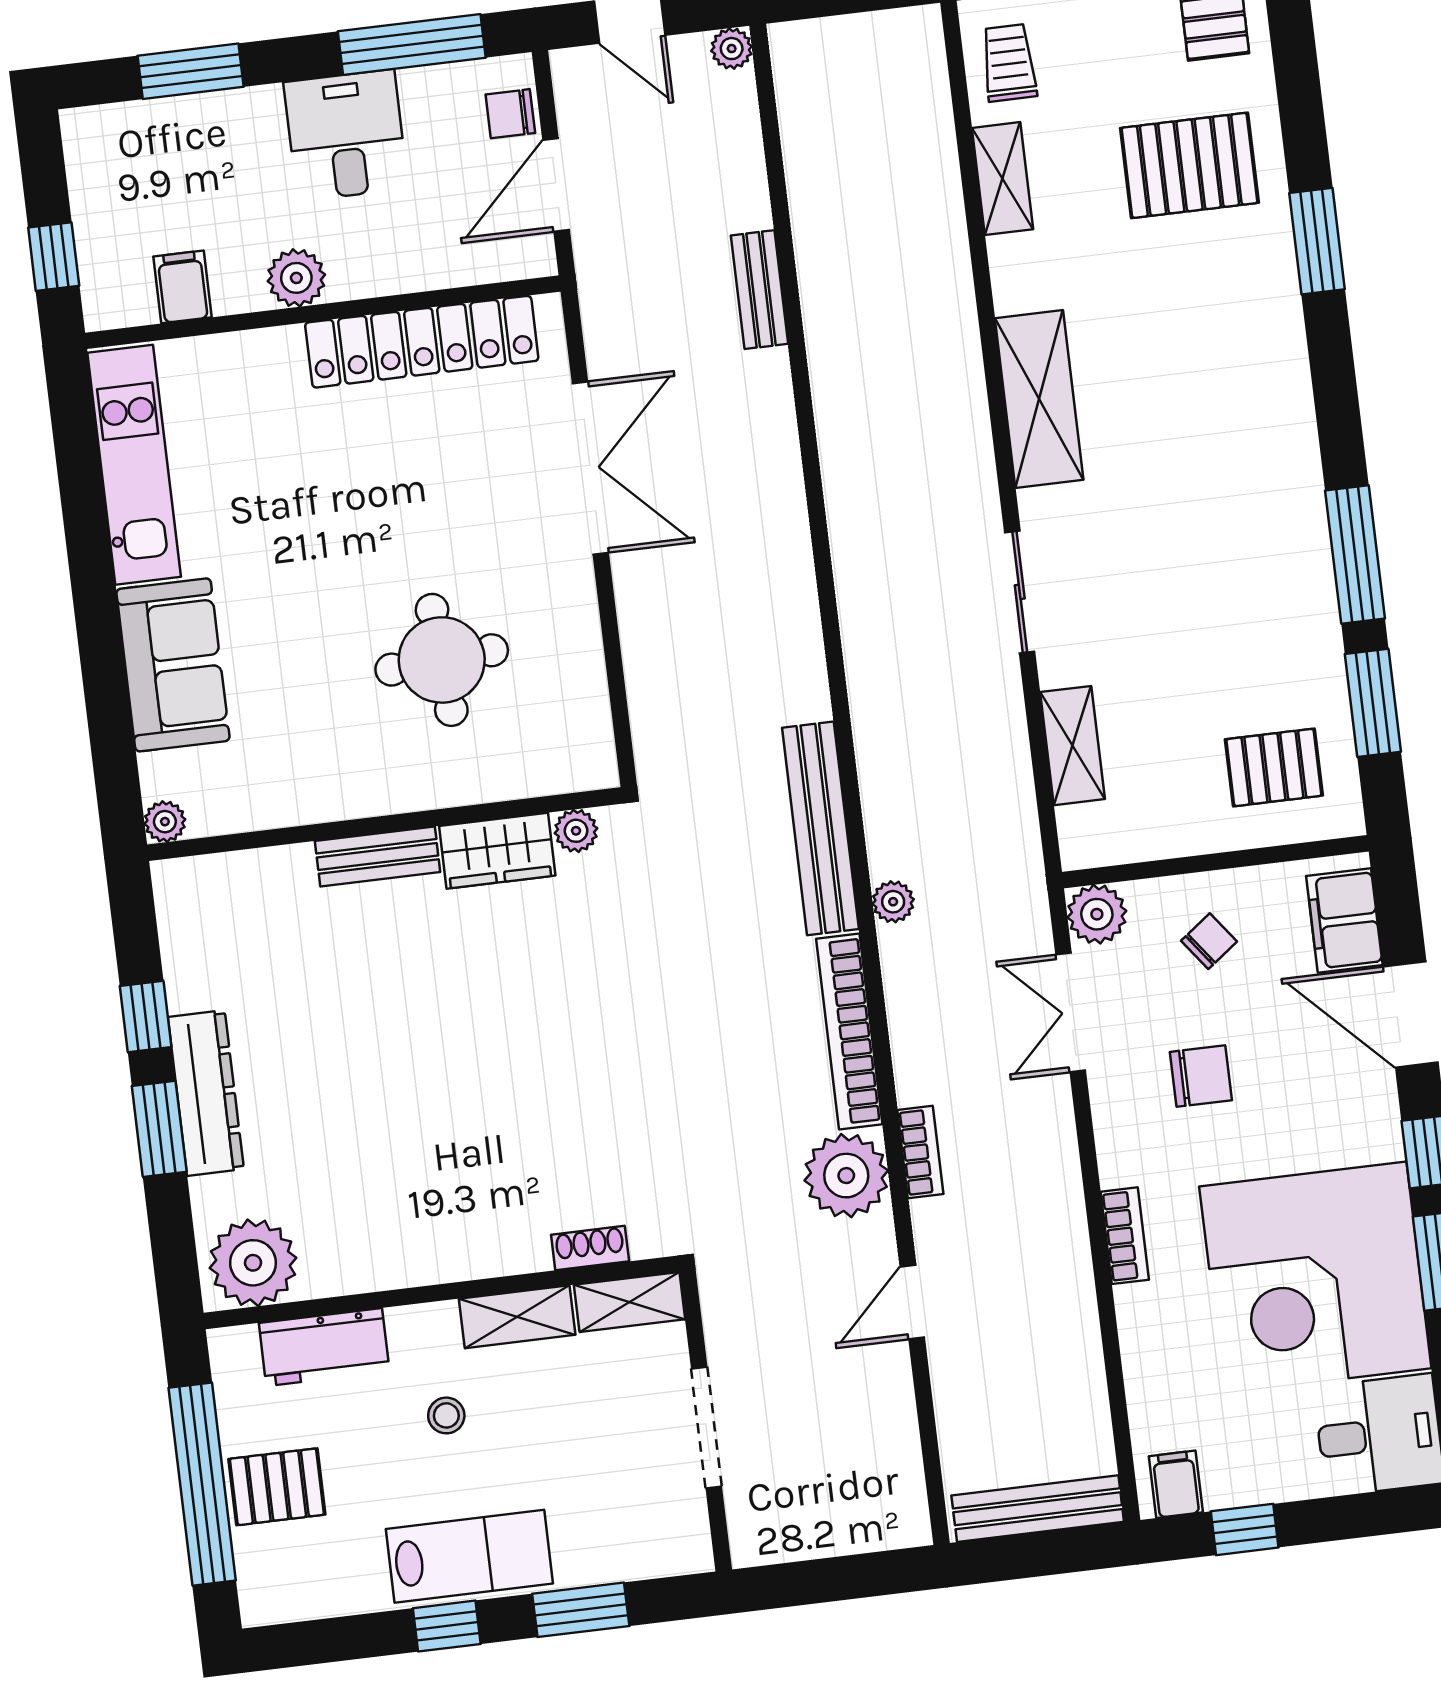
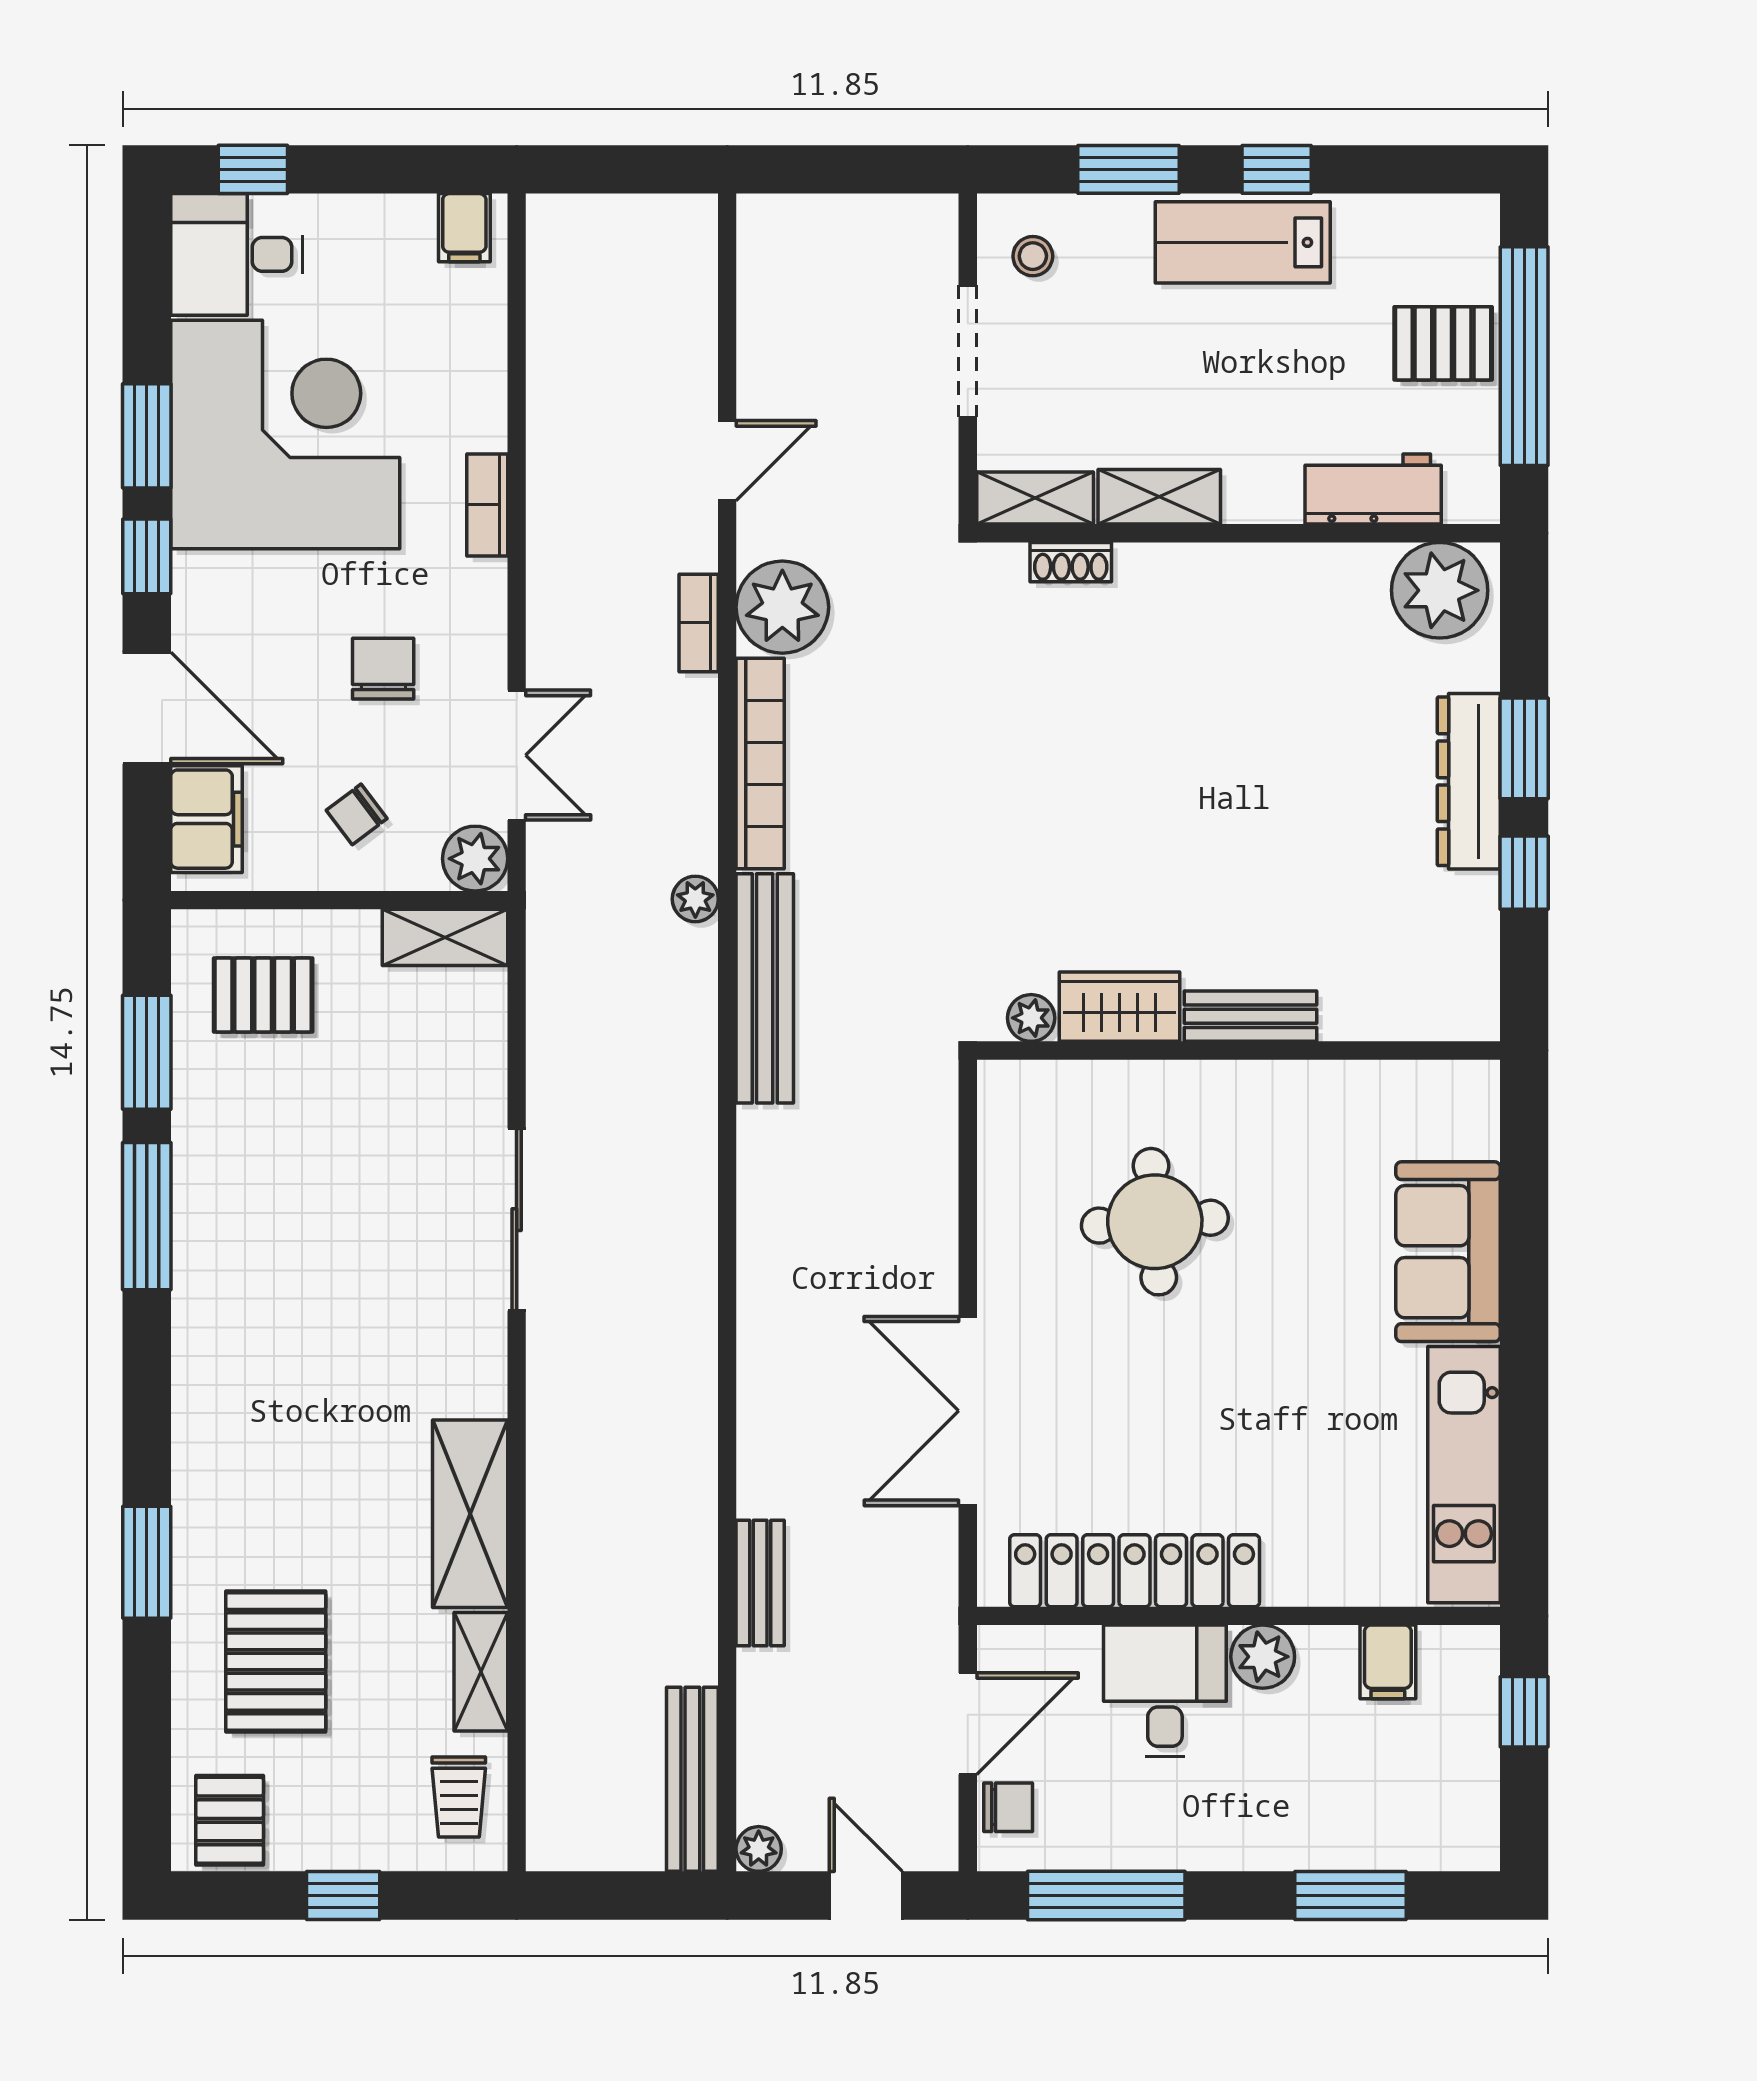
desk: (346, 135) -> (1165, 1691), moved, turned 180
pallet: (1189, 165) -> (276, 1662), turned 90
shelving: (1039, 399) -> (470, 1514), moved
sliding door: (1020, 592) -> (517, 1220), width x1.37
shelving: (1072, 746) -> (445, 937), moved, turned 90
plant: (165, 822) -> (1477, 1082), removed
chair: (1201, 1076) -> (383, 669), turned 90
stool: (446, 1415) -> (1033, 256), moved
bench: (1038, 1509) -> (692, 1779), moved, turned 90
window: (1245, 1529) -> (253, 169), moved

